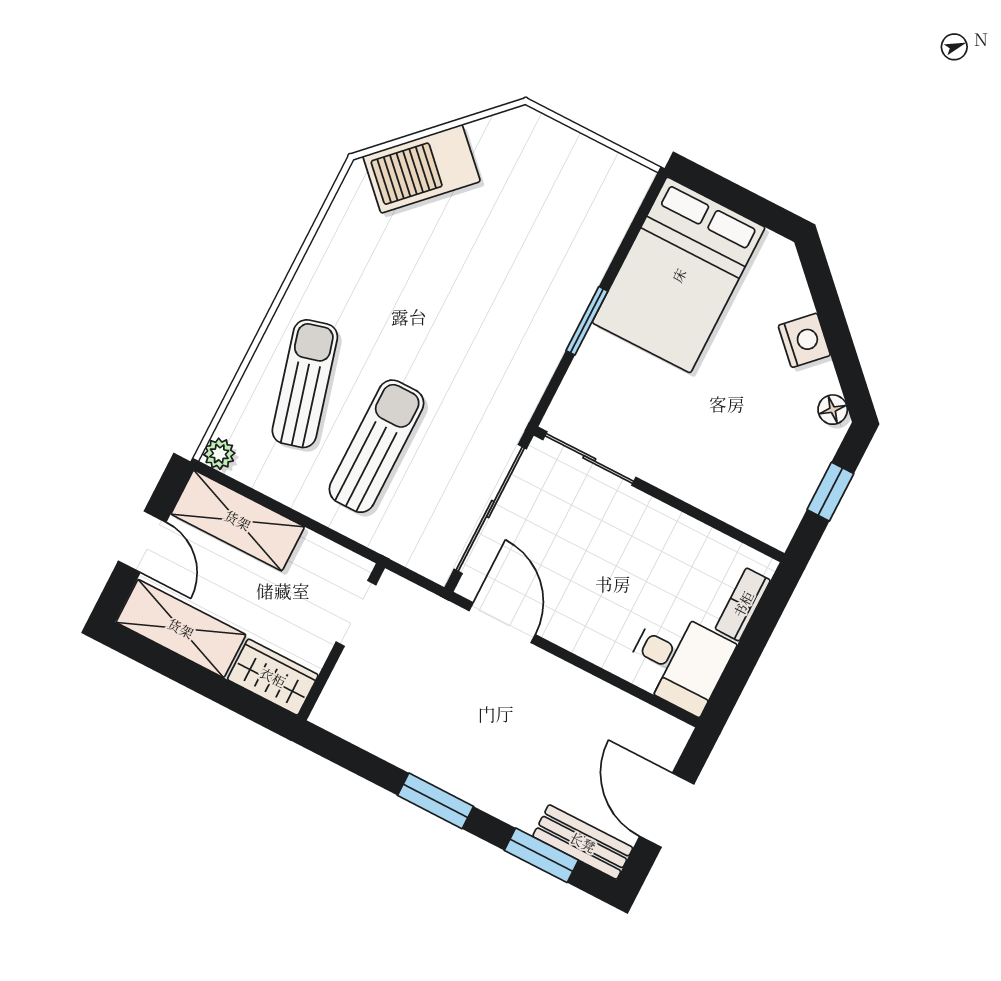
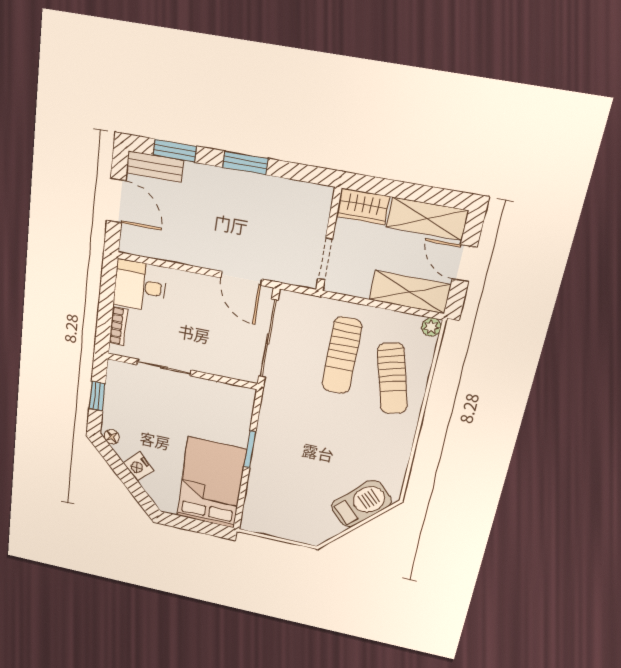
sliding door: (589, 458) -> (164, 368), moved

